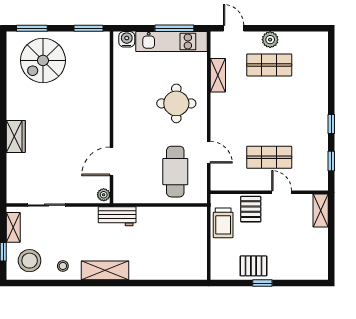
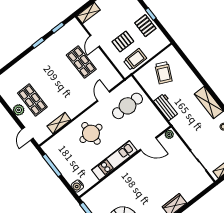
kitchen unit: (171, 42) -> (114, 160), moved, turned -90
pallet: (251, 209) -> (123, 41), moved
workbench: (117, 216) -> (166, 107), moved
trolley: (182, 244) -> (164, 73), added

